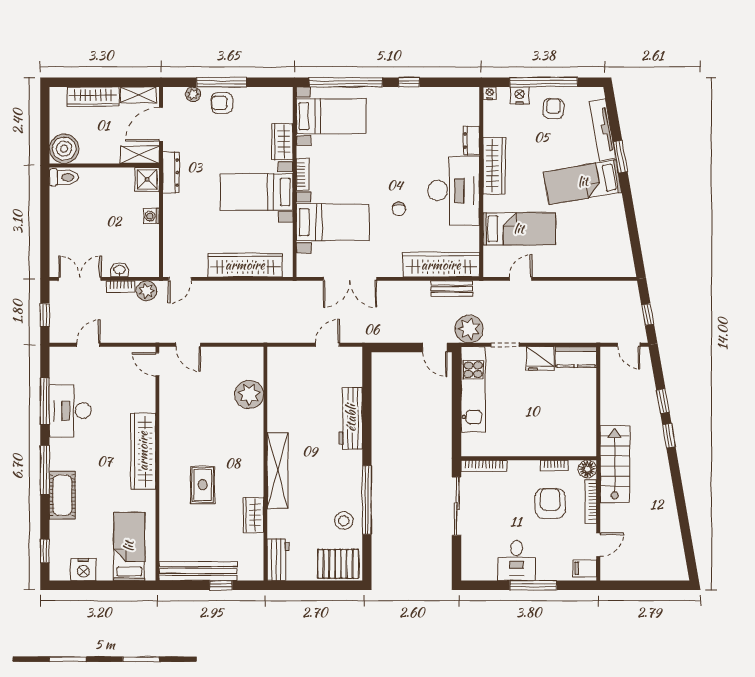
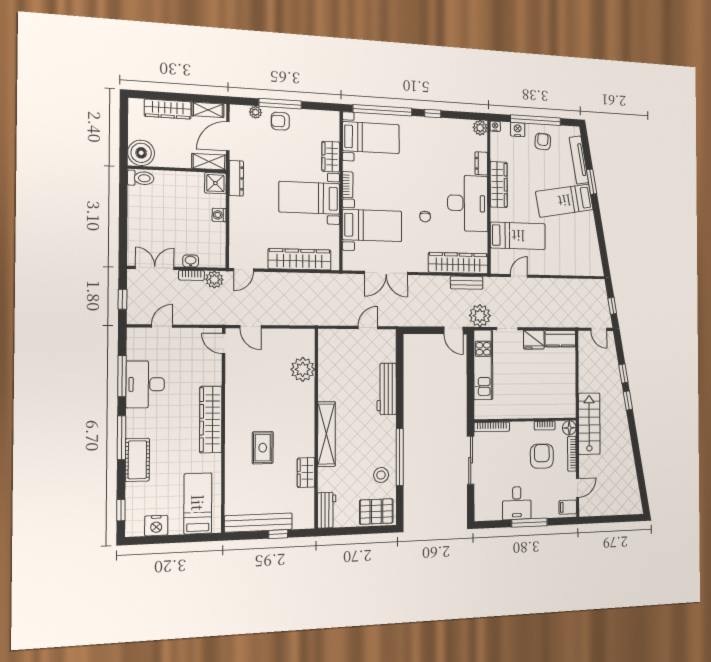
plant: (470, 96) -> (480, 128), added

